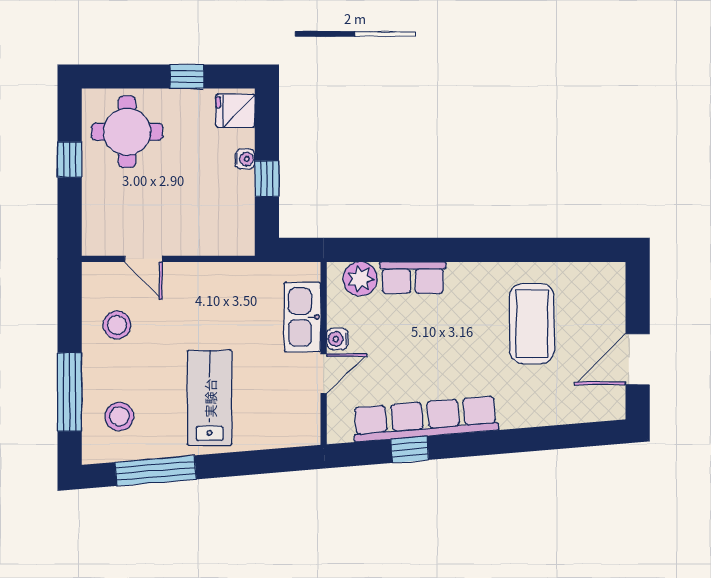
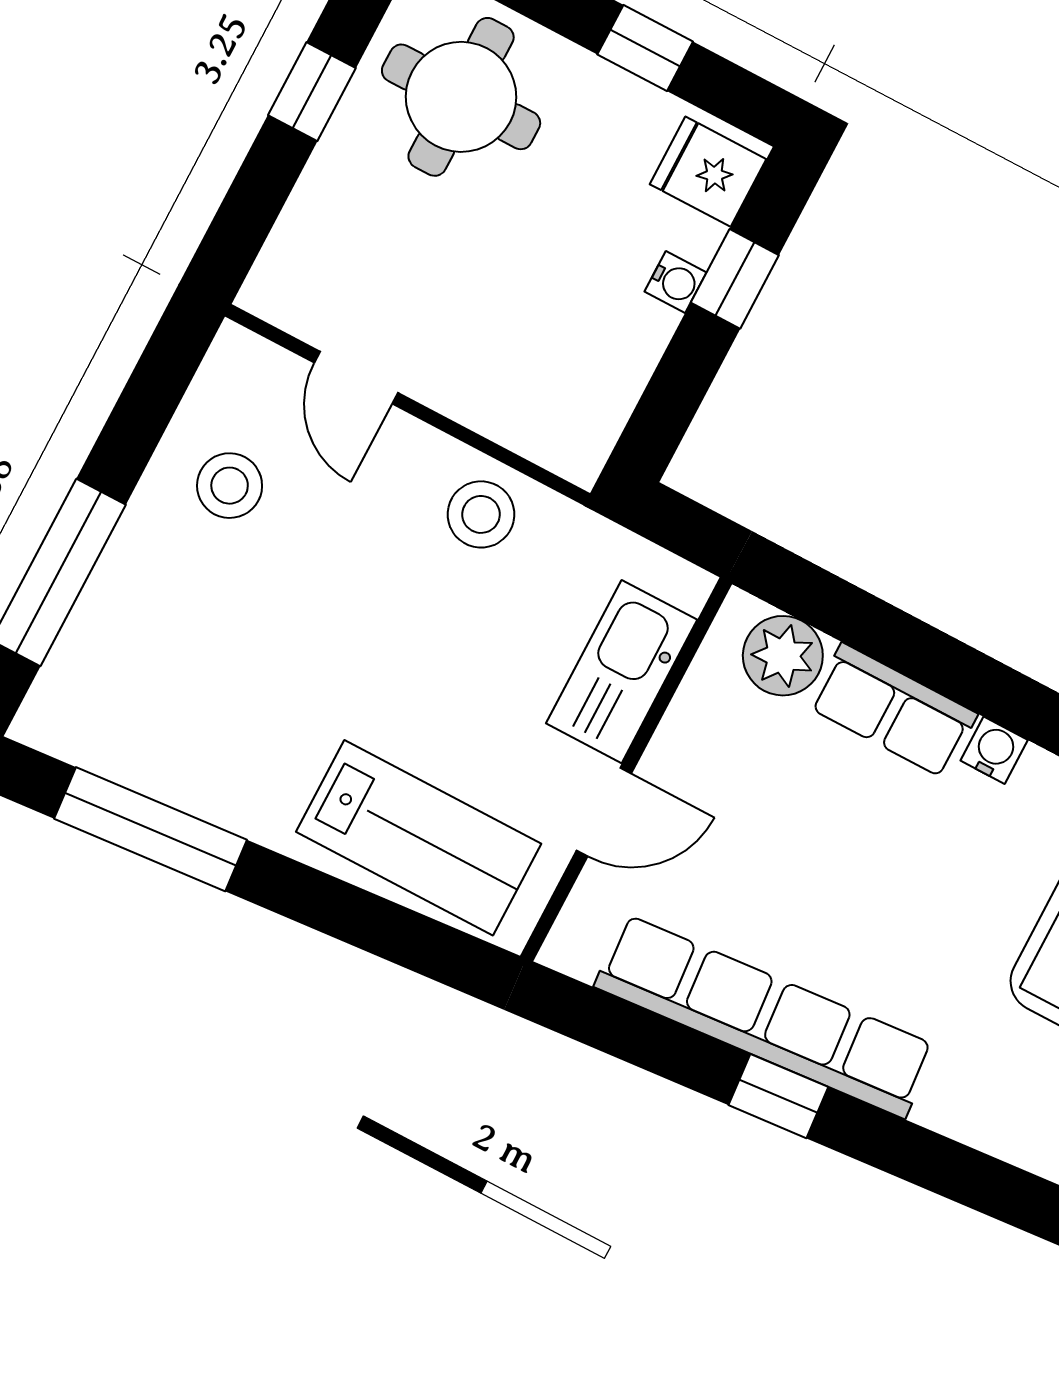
window: (267, 179) -> (735, 279), moved
water cooler: (337, 339) -> (994, 750), moved, turned 90
lab bench: (210, 398) -> (419, 838), moved, turned 90
stool: (119, 416) -> (481, 514), moved
window: (410, 449) -> (778, 1096), moved

